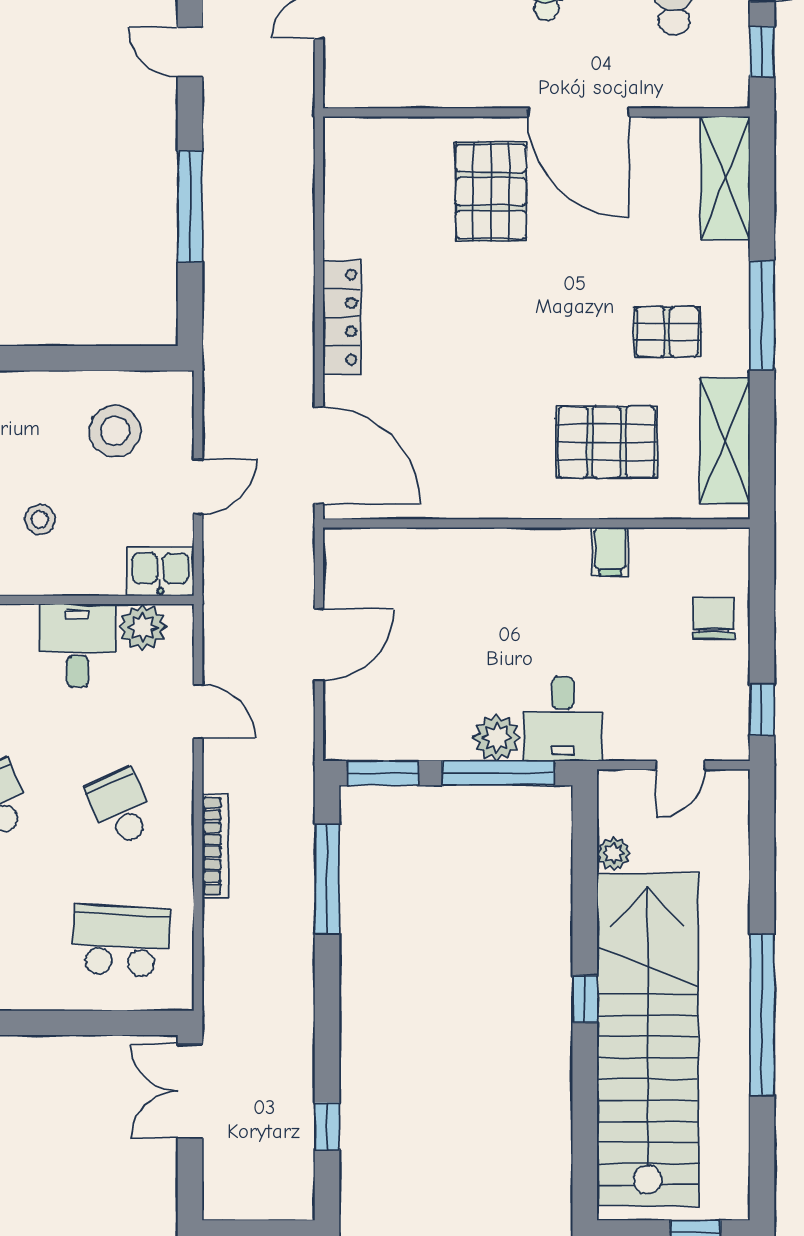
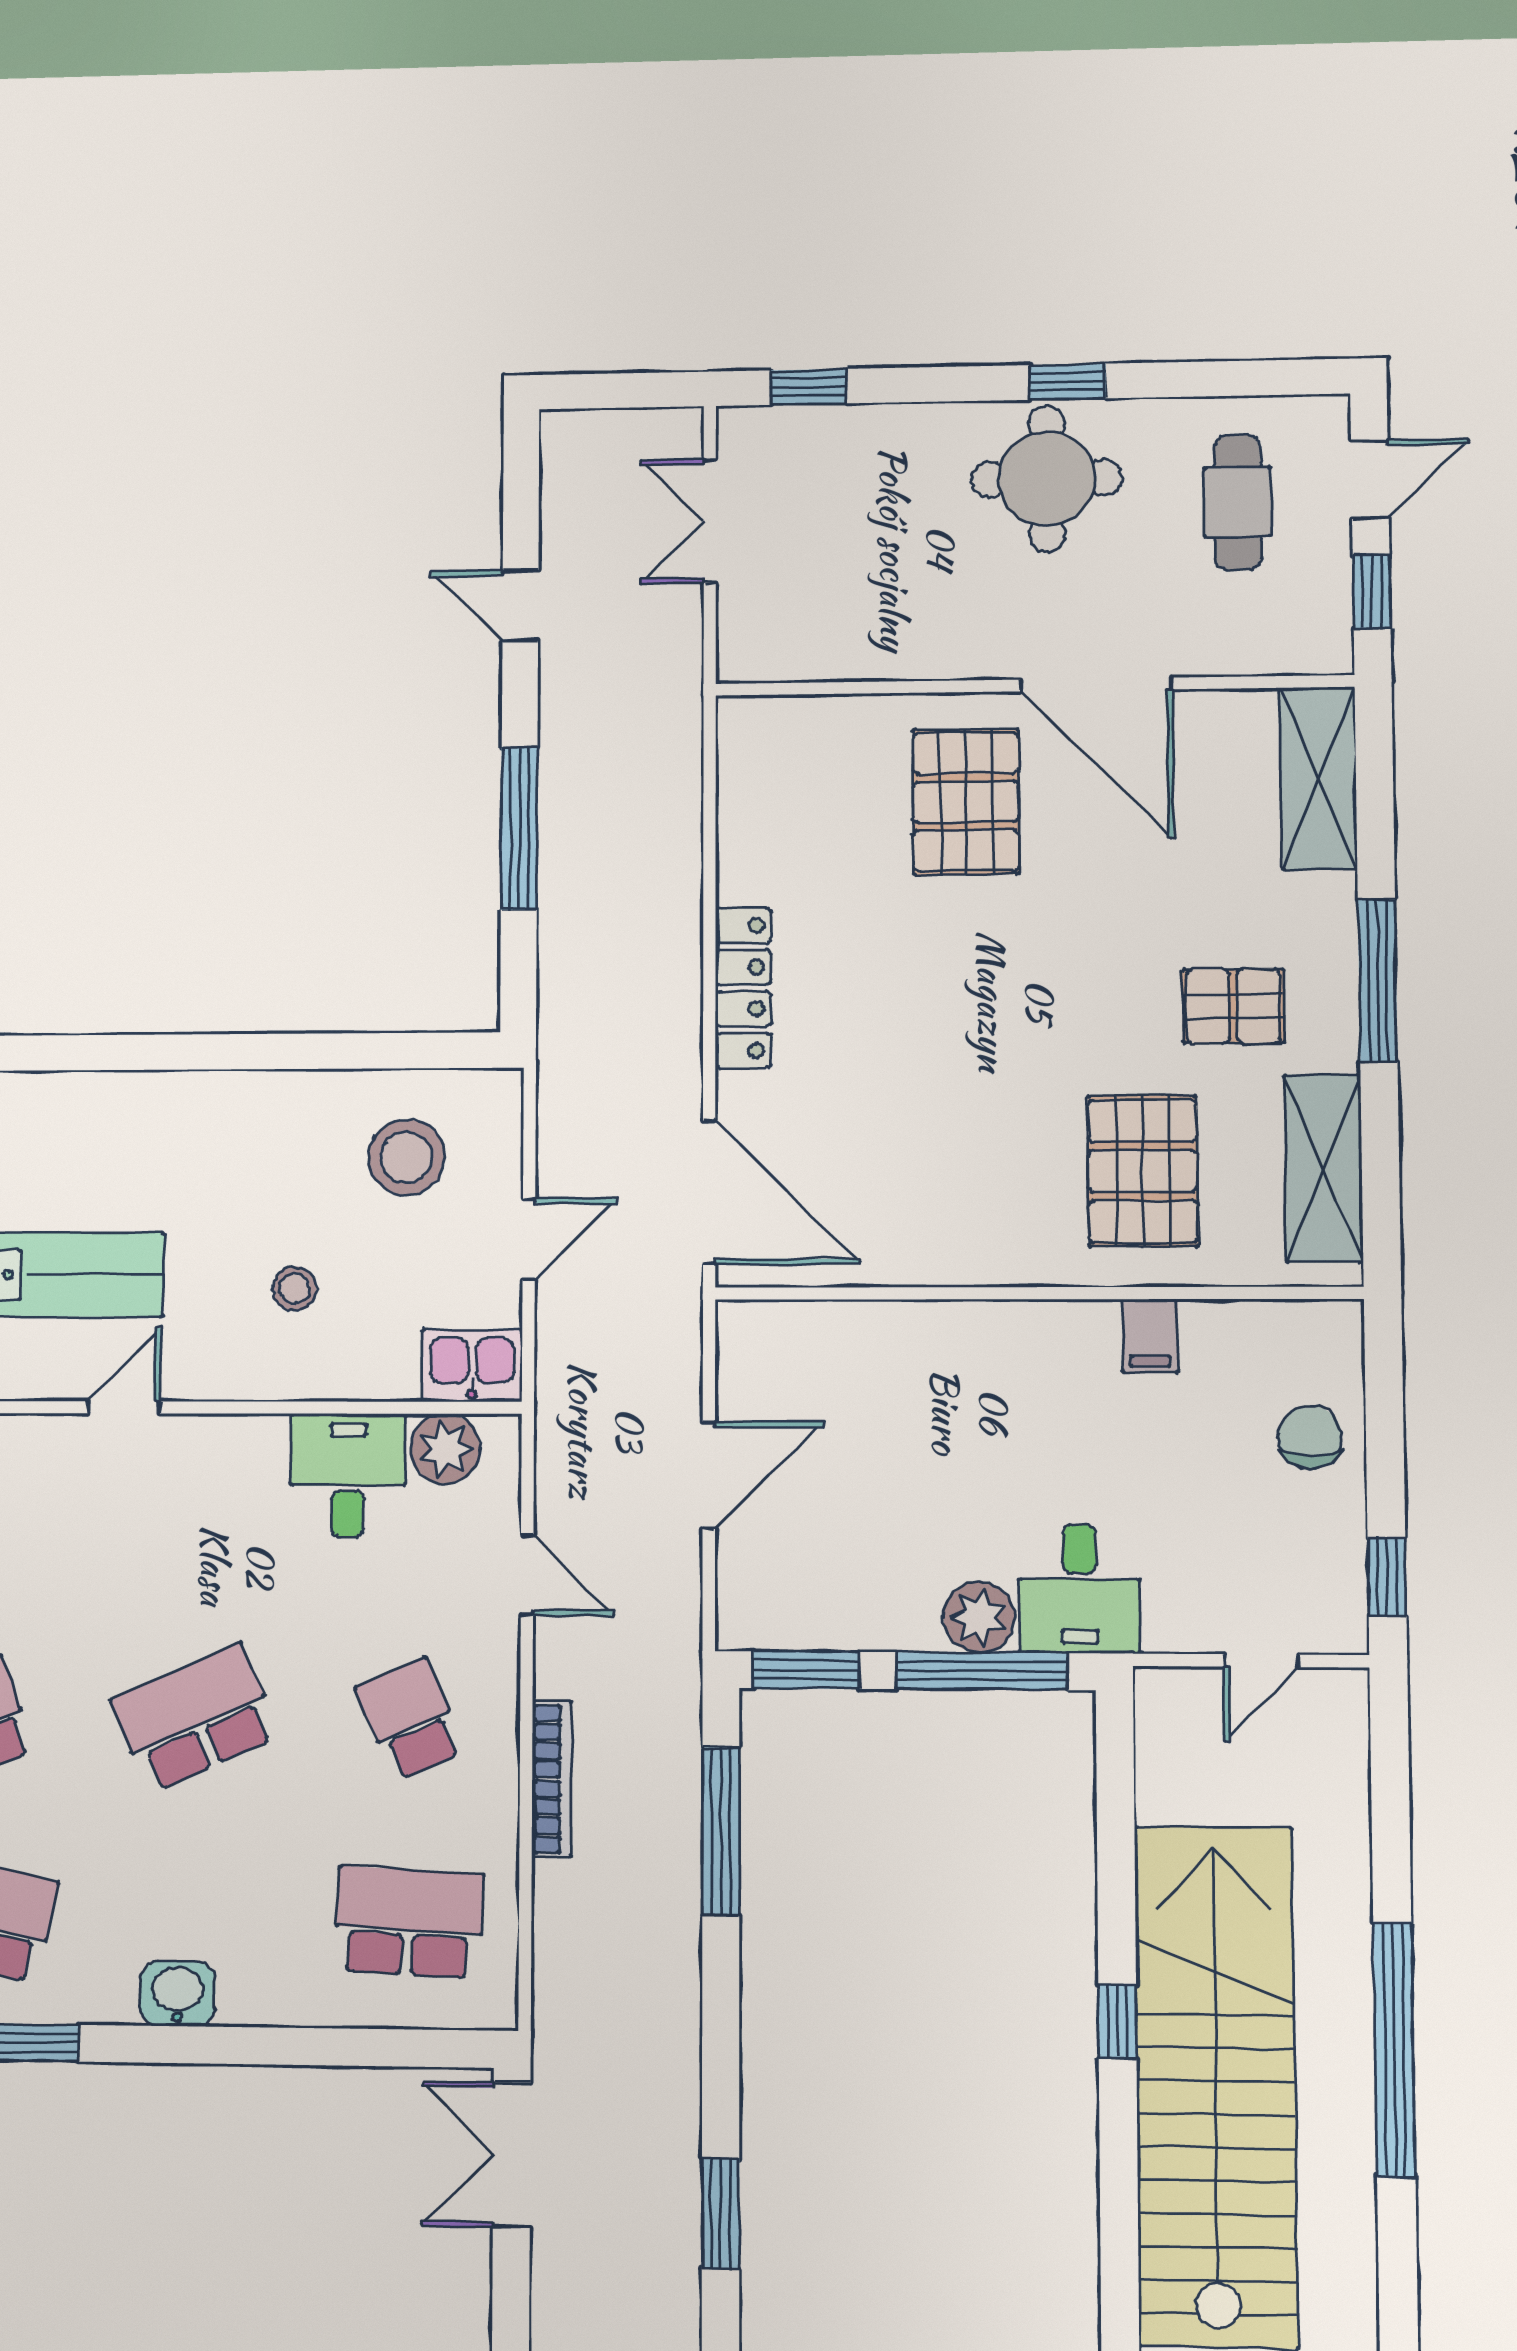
pallet: (606, 442) -> (1143, 1171), turned 90
plant: (613, 854) -> (1160, 1796), removed
window: (327, 1126) -> (721, 2213), width x1.50

